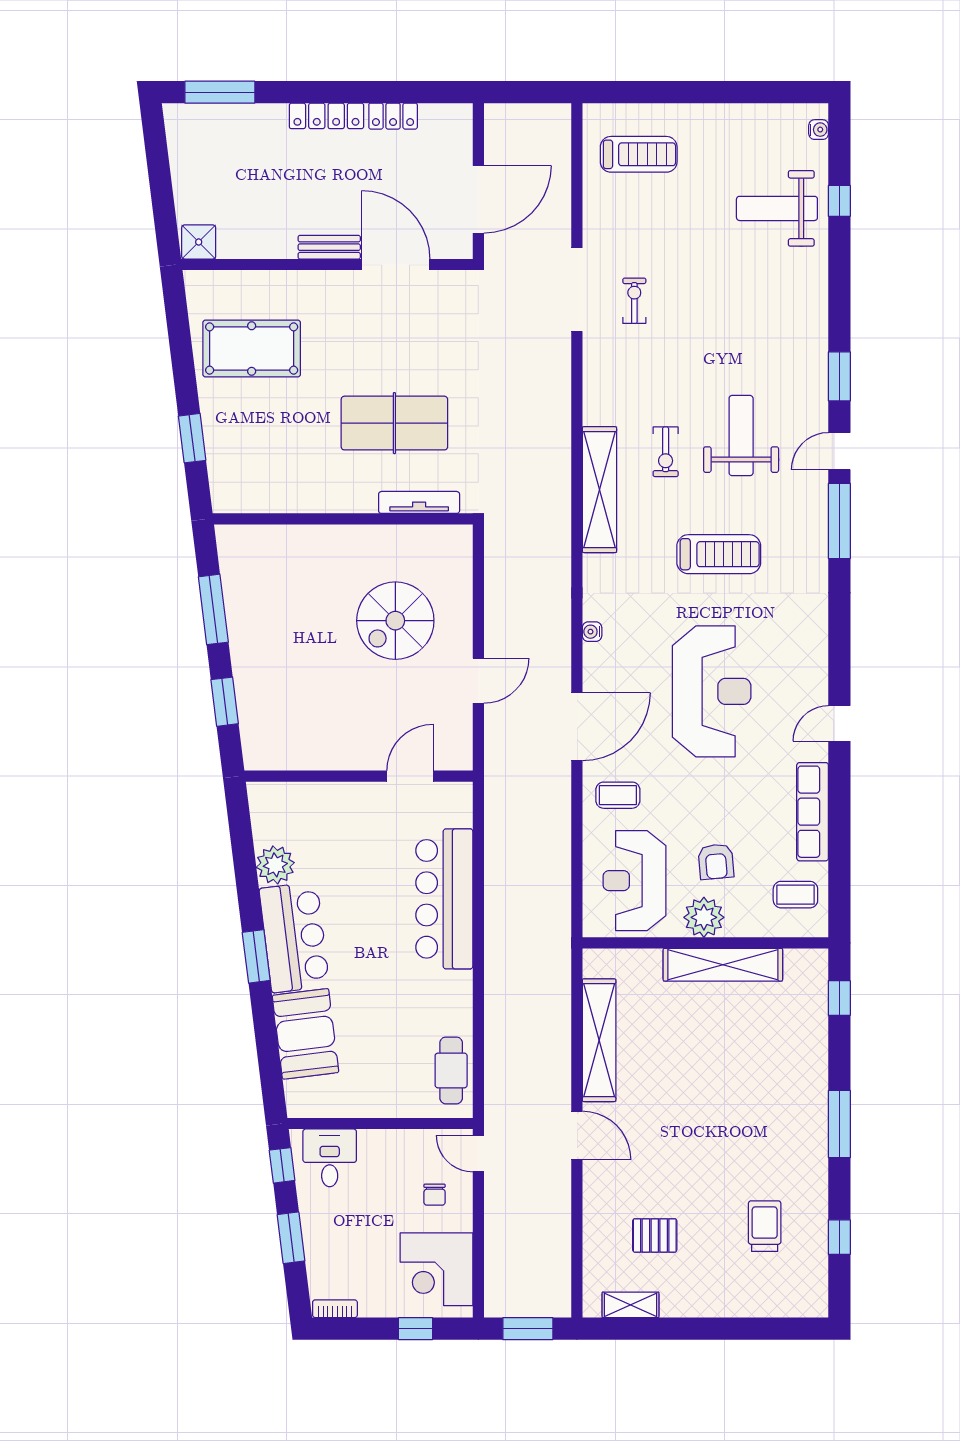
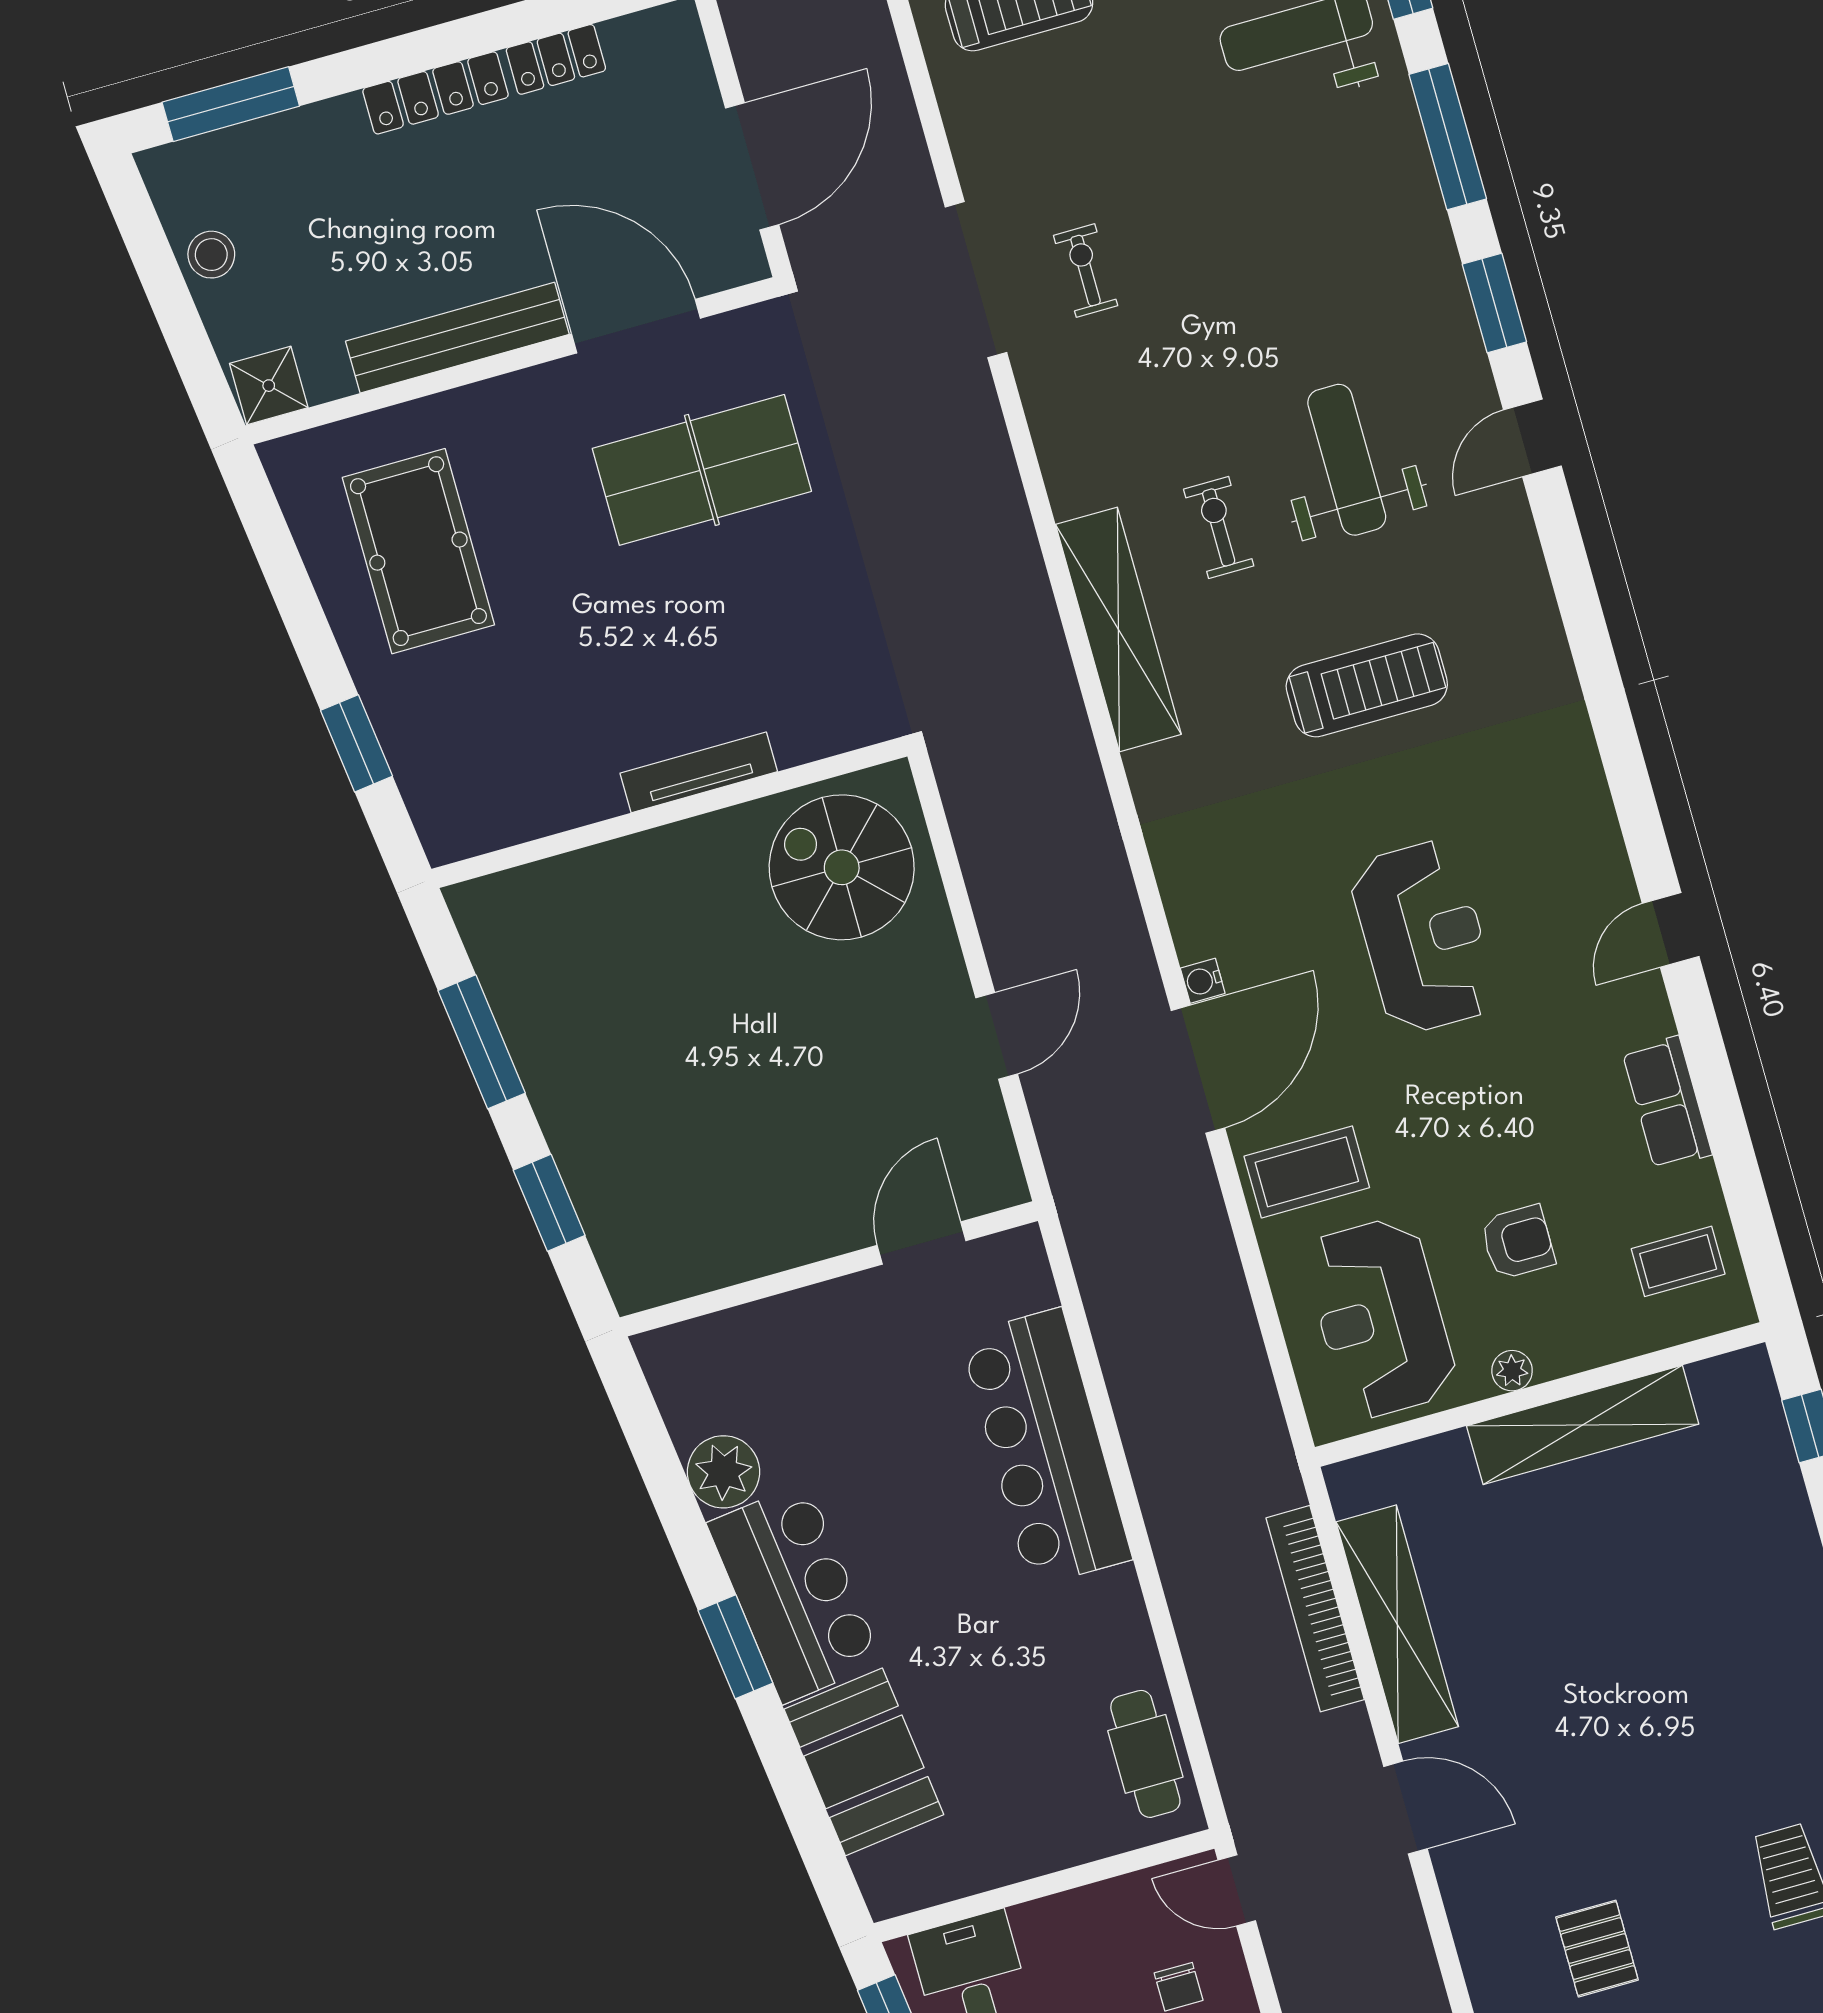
stool: (188, 167) -> (211, 255), added
bench: (329, 247) -> (457, 338), width x1.86, depth x1.21
pool table: (252, 349) -> (418, 551), turned 90
table tennis table: (394, 423) -> (702, 470), moved
exercise bike: (666, 452) -> (1219, 527), turned 180
tv unit: (419, 502) -> (699, 772), moved
window: (839, 521) -> (1448, 137), moved
spiral stairs: (395, 621) -> (842, 867), moved, turned 90
water cooler: (592, 632) -> (1203, 981), moved
reception desk: (712, 691) -> (1423, 937), width x0.74, depth x0.77
coffee table: (618, 795) -> (1307, 1172), width x1.36, depth x1.30
row of seats: (813, 812) -> (1667, 1103), width x0.68
armchair: (716, 862) -> (1518, 1242), turned -85
plant: (704, 917) -> (1512, 1371), width x0.53, depth x0.53
bookcase: (559, 1020) -> (1315, 1609), added
pallet: (655, 1235) -> (1597, 1949), turned 90

